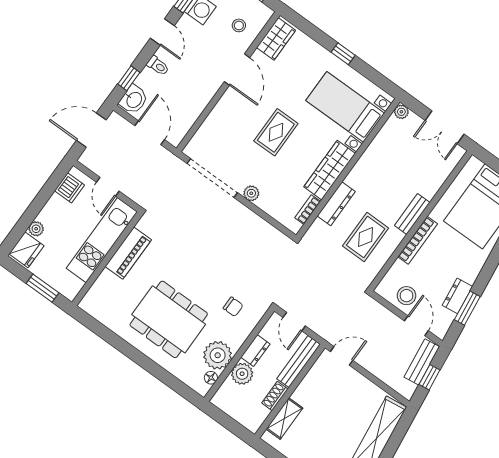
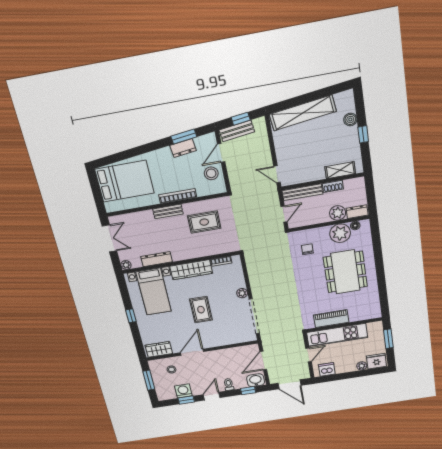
rug: (276, 132) -> (201, 310), turned 90
dresser: (336, 204) -> (157, 259), moved
dresser: (255, 351) -> (357, 212), moved

